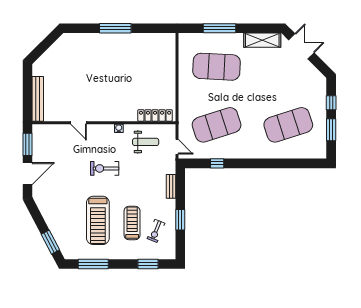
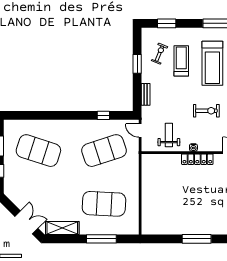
double door: (301, 46) -> (26, 222), swing flipped
locker: (155, 115) -> (197, 159), moved
exercise mat: (288, 125) -> (38, 151), turned 36
weight bench: (146, 142) -> (169, 135), turned 90
treadmill: (98, 220) -> (212, 63), turned 180
treadmill: (132, 223) -> (181, 61), turned 180

